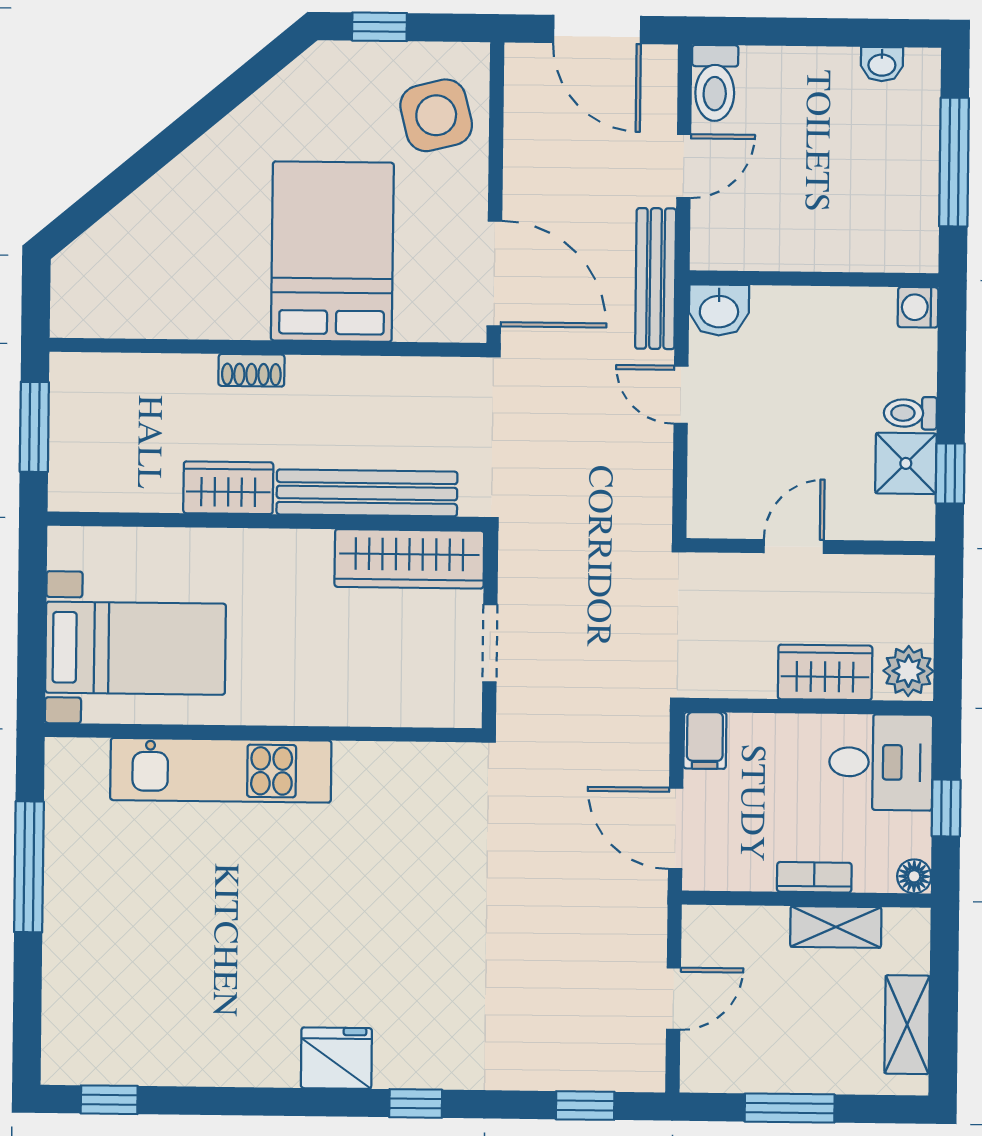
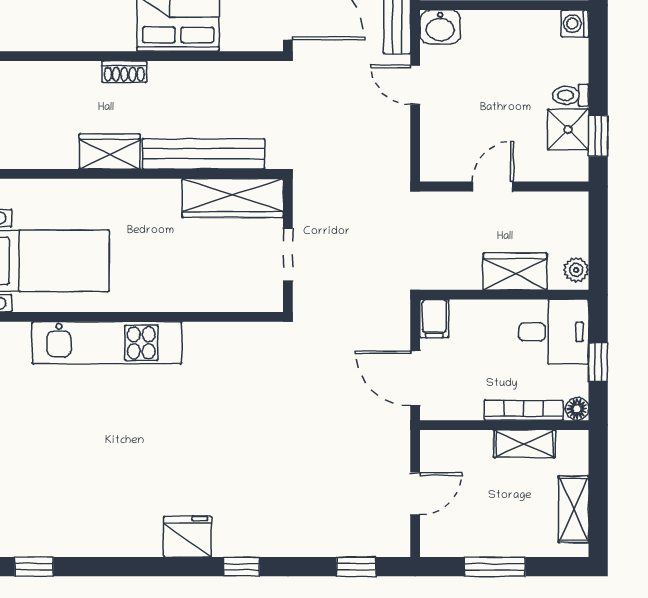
plant: (908, 671) -> (576, 270), width x0.73, depth x0.73
bookcase: (814, 877) -> (524, 410), width x1.56

